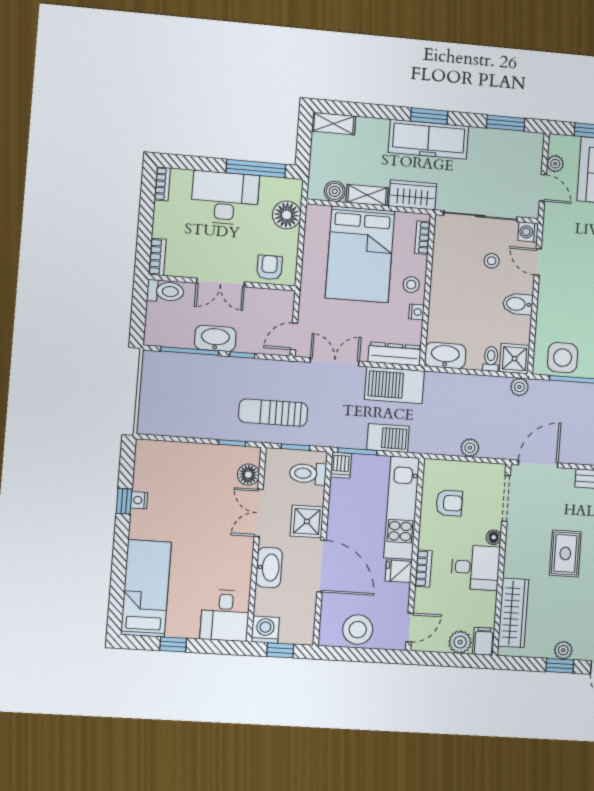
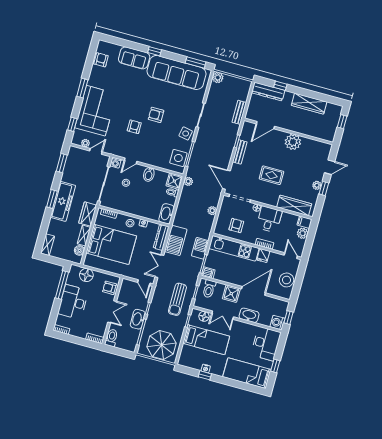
parasol: (171, 398) -> (161, 345), added
bed: (200, 489) -> (206, 340), added
desk: (225, 615) -> (266, 344), width x1.37

